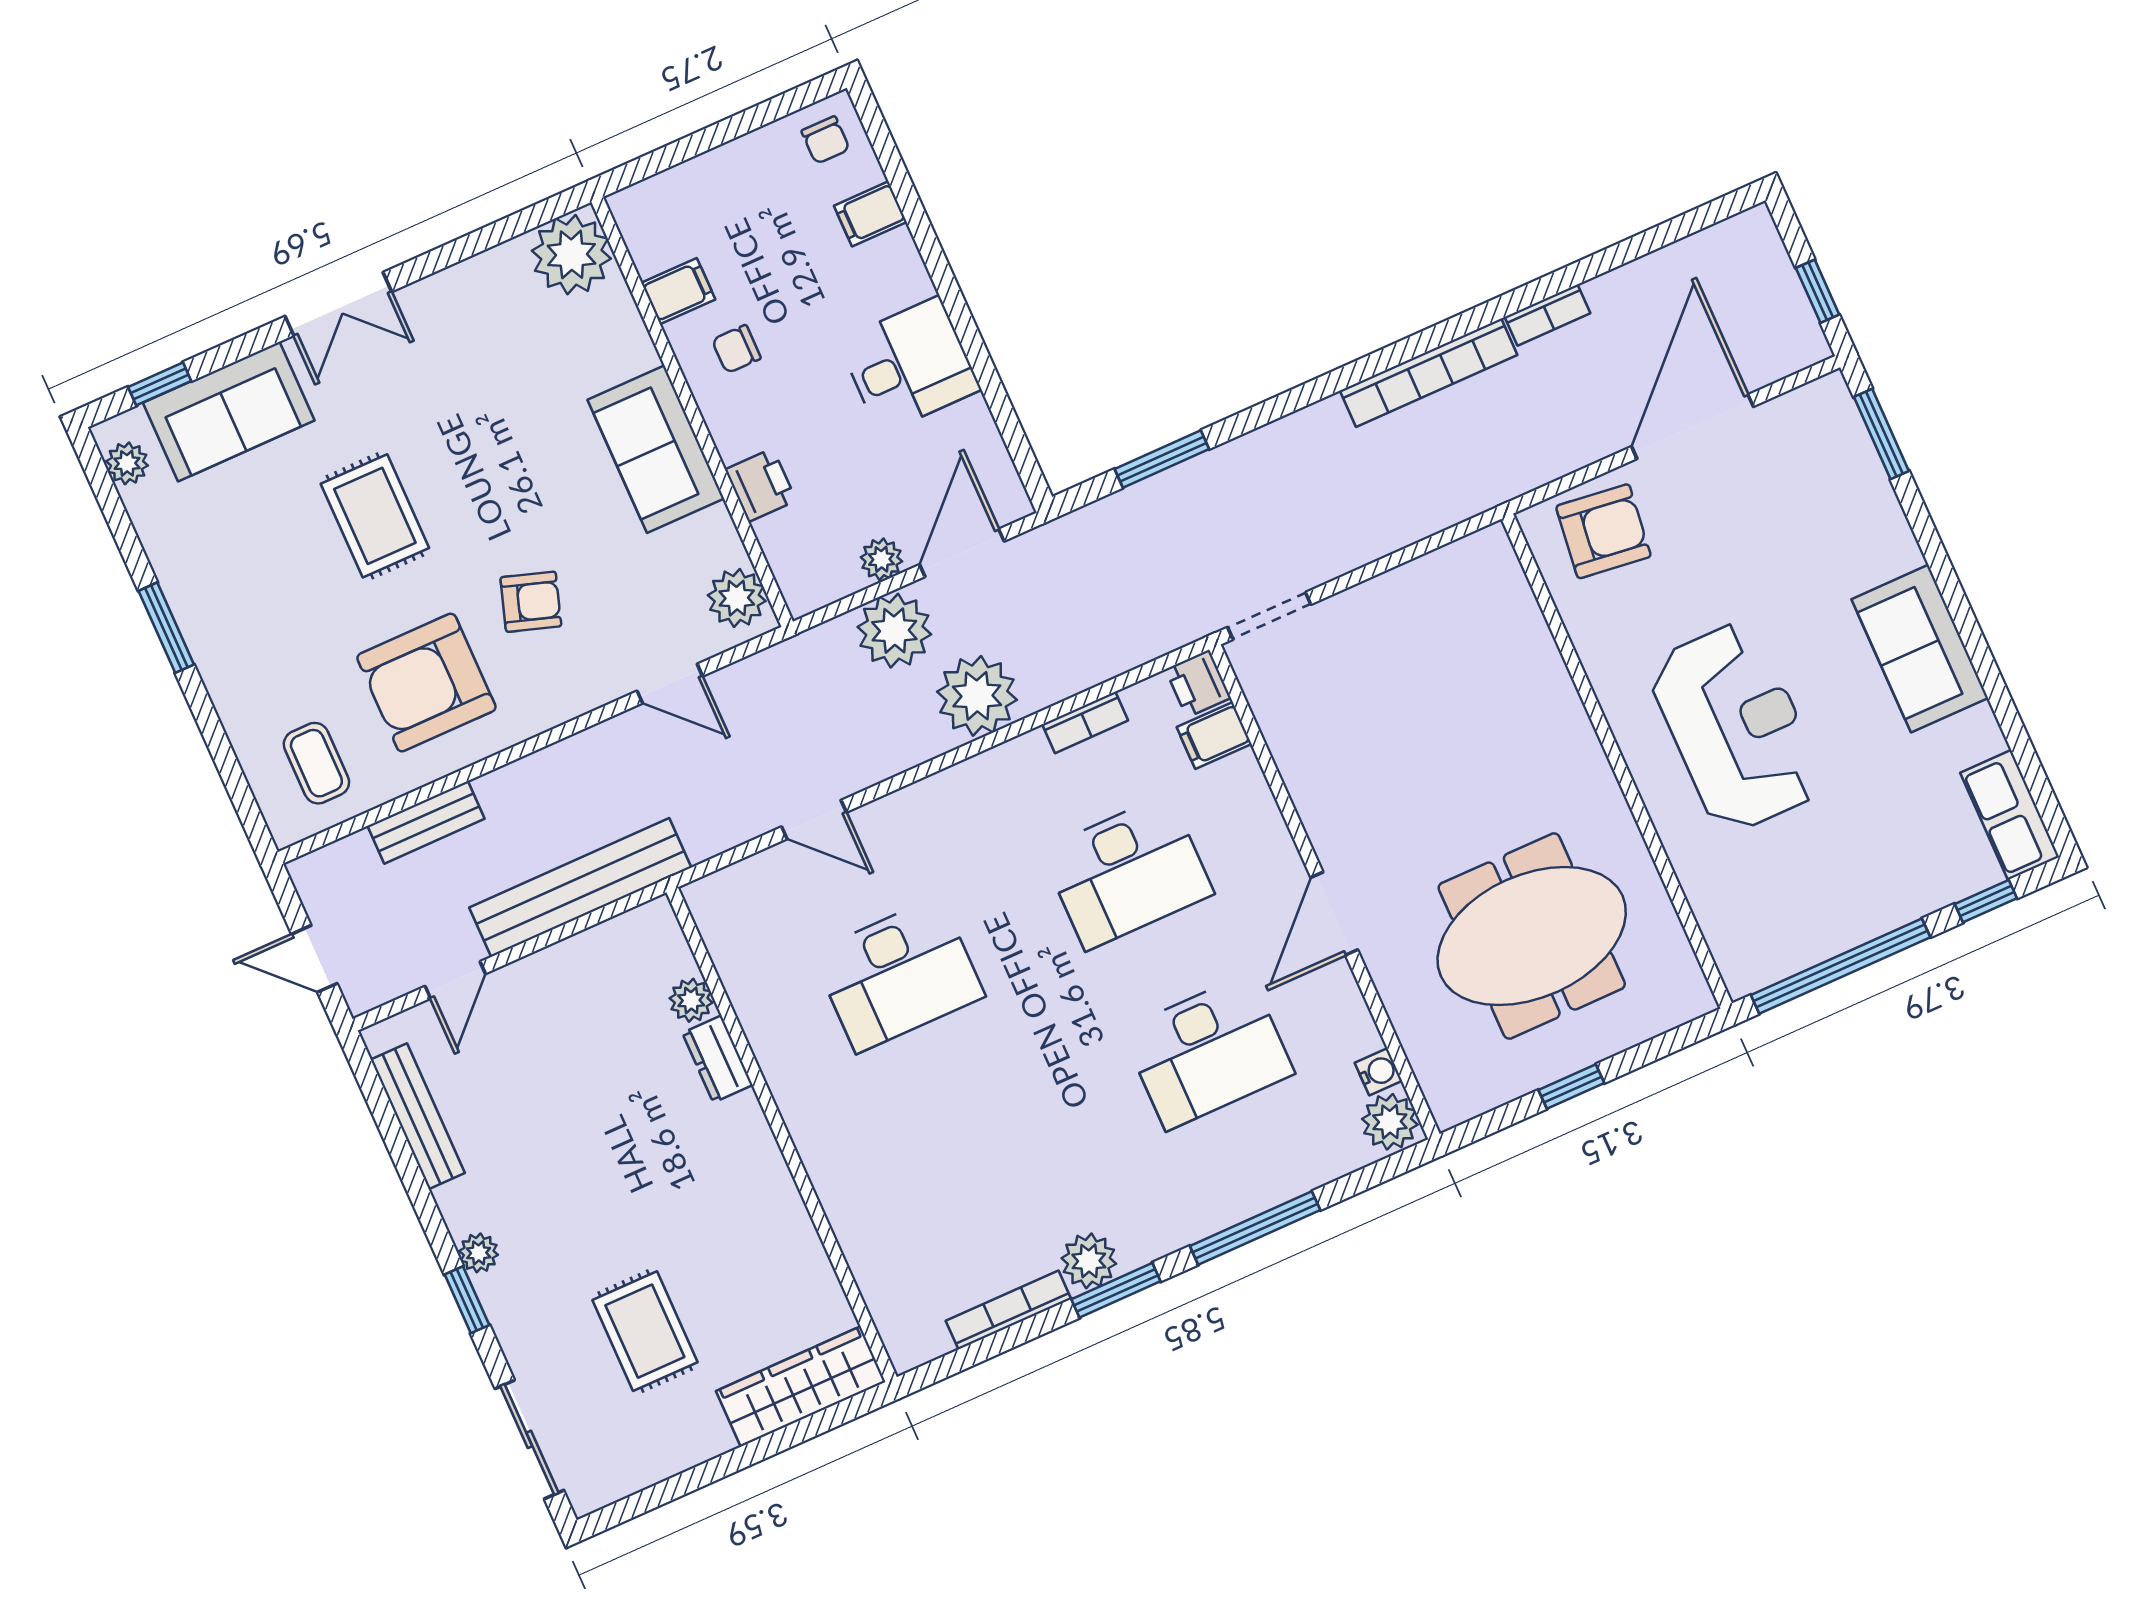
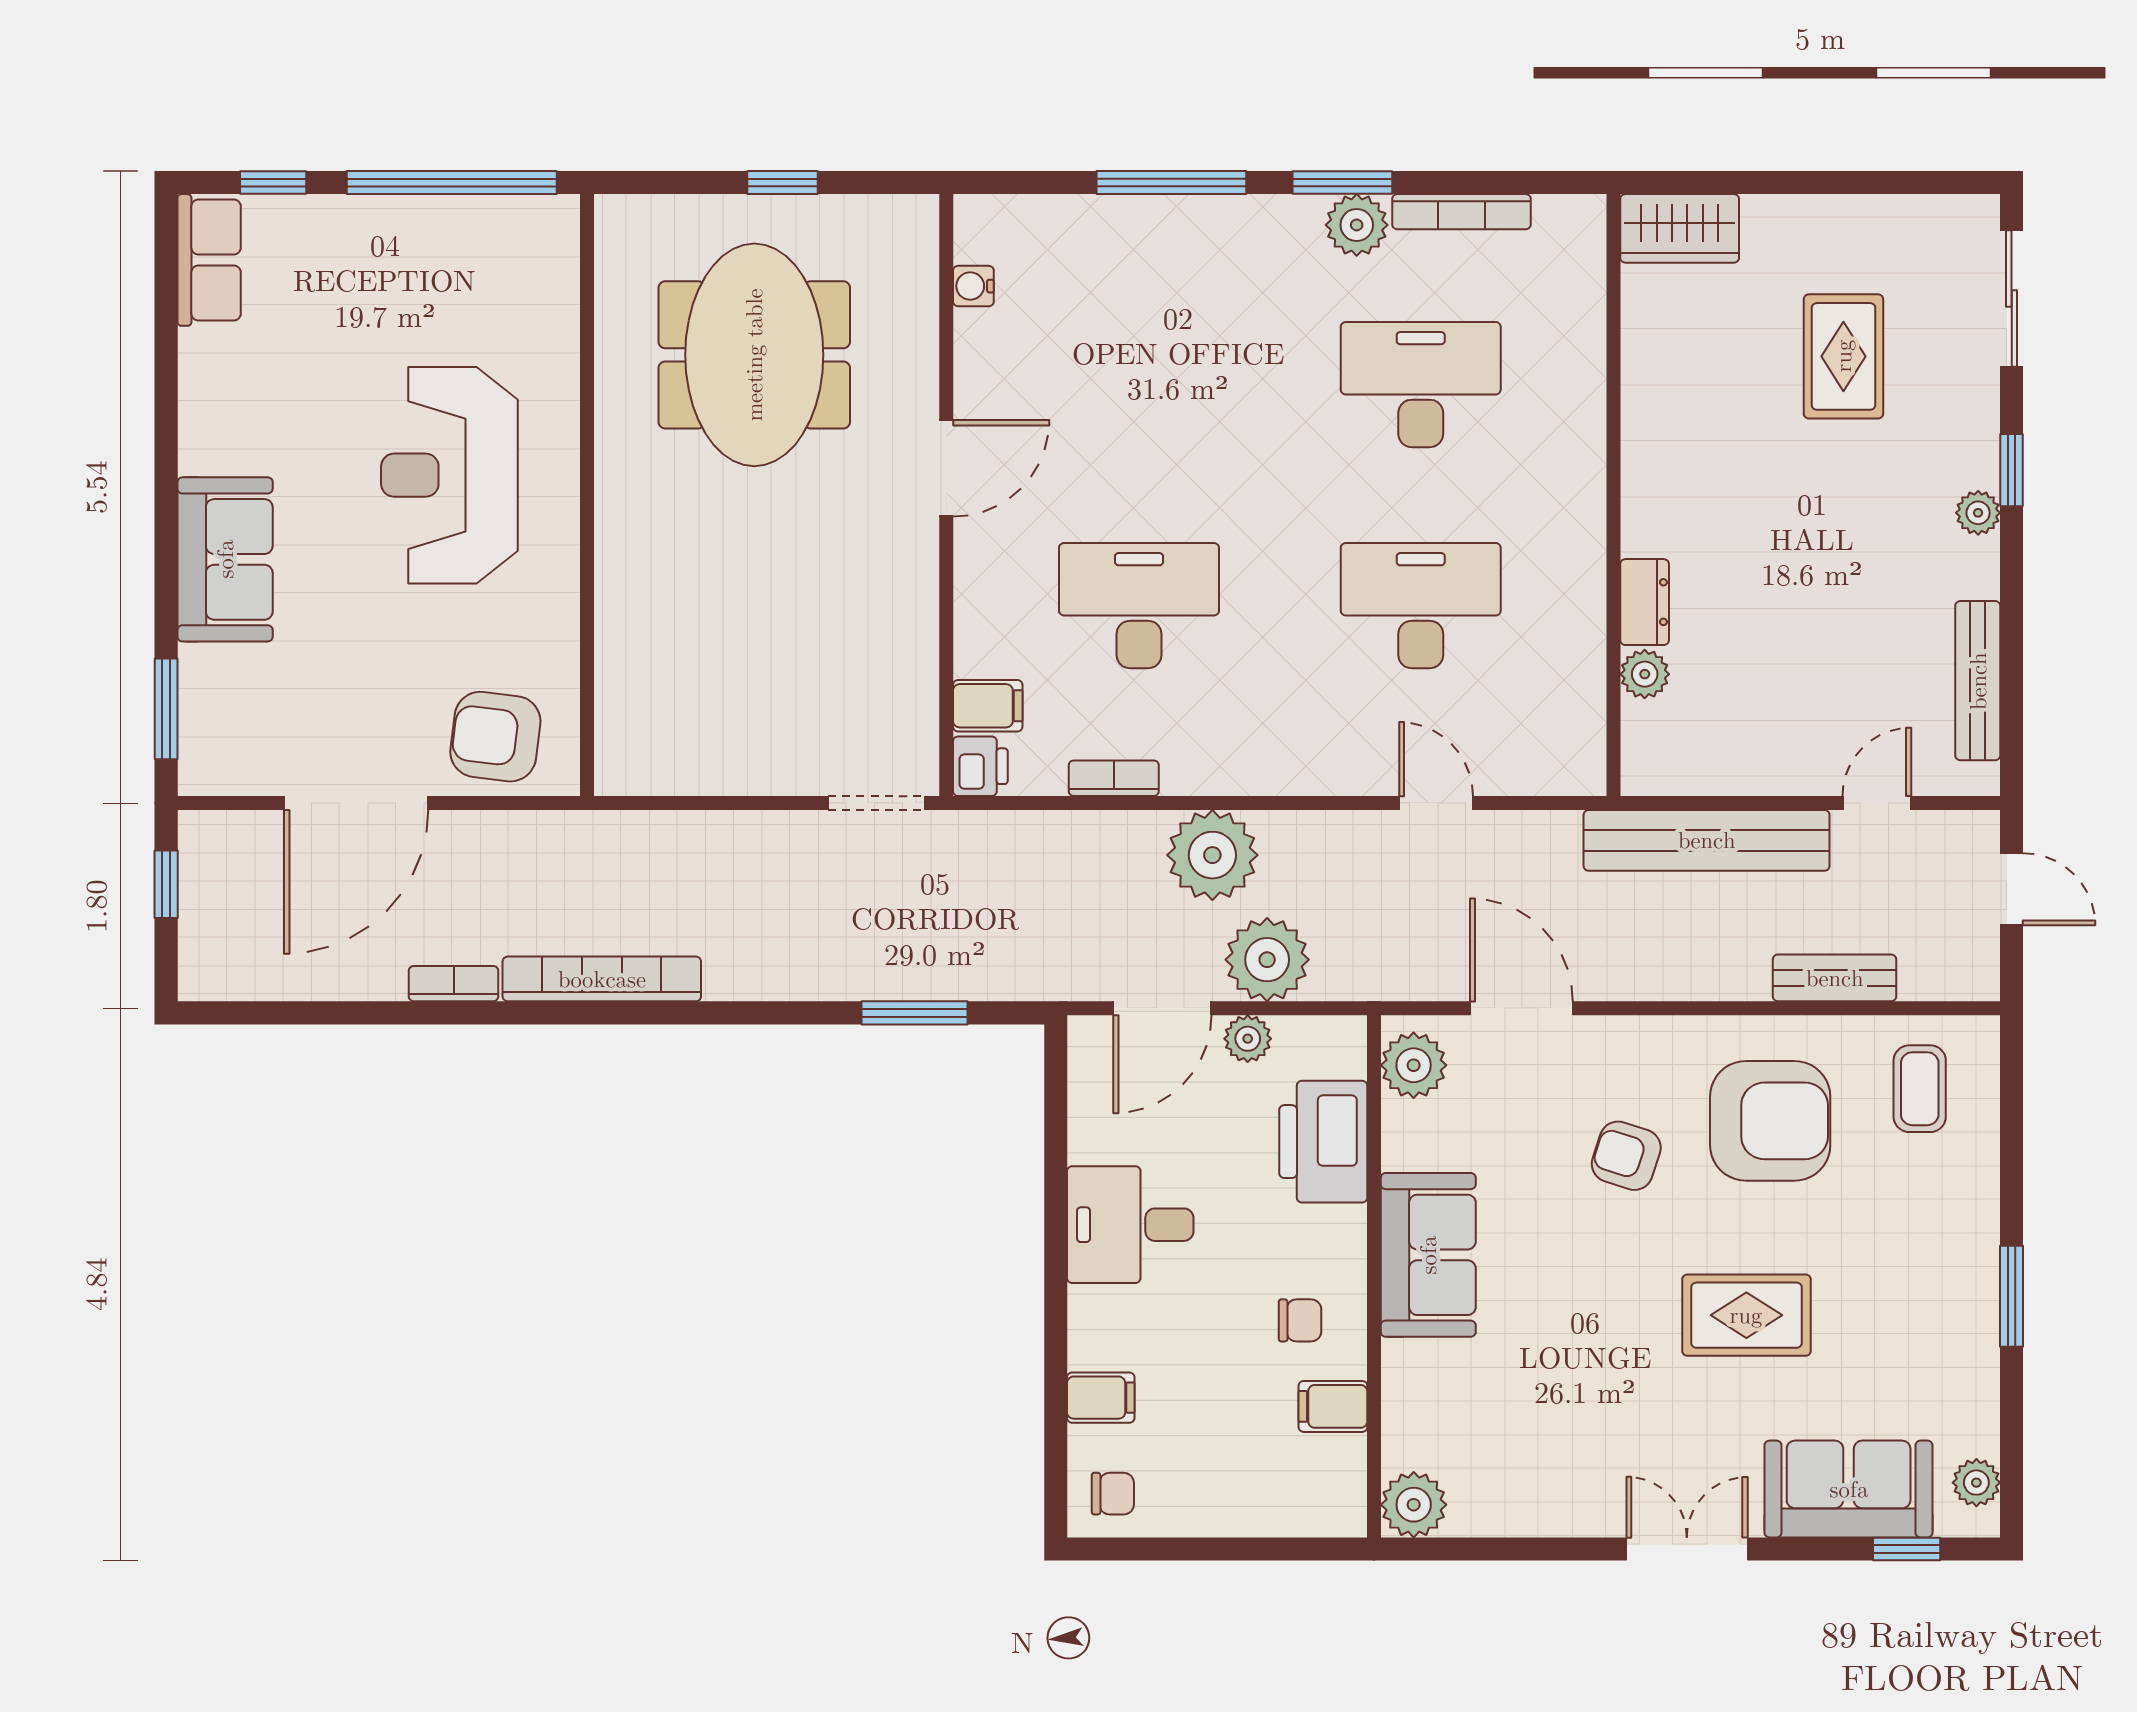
chair: (826, 140) -> (1113, 1494), turned 90
plant: (571, 255) -> (1414, 1505), width x0.73, depth x0.73
printer: (761, 485) -> (1323, 1142), width x1.87, depth x1.48
rug: (375, 516) -> (1746, 1315), turned 90
sofa: (1920, 649) -> (225, 559), moved
door: (670, 684) -> (1521, 1008), width x1.38
meeting table: (1532, 936) -> (754, 355), turned 90
desk: (1208, 1052) -> (1421, 385), moved
plant: (1390, 1122) -> (985, 230), removed
wardrobe: (801, 1387) -> (1680, 228), width x0.67

